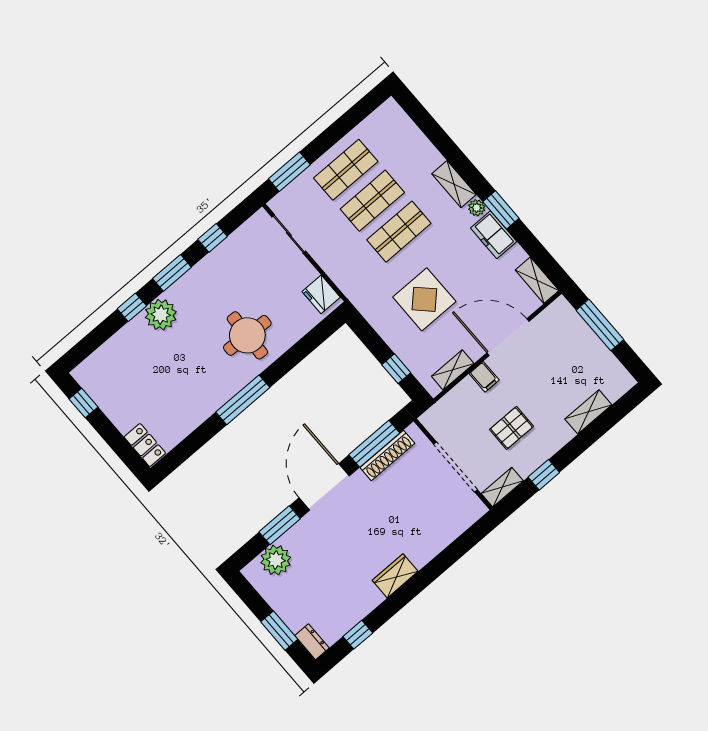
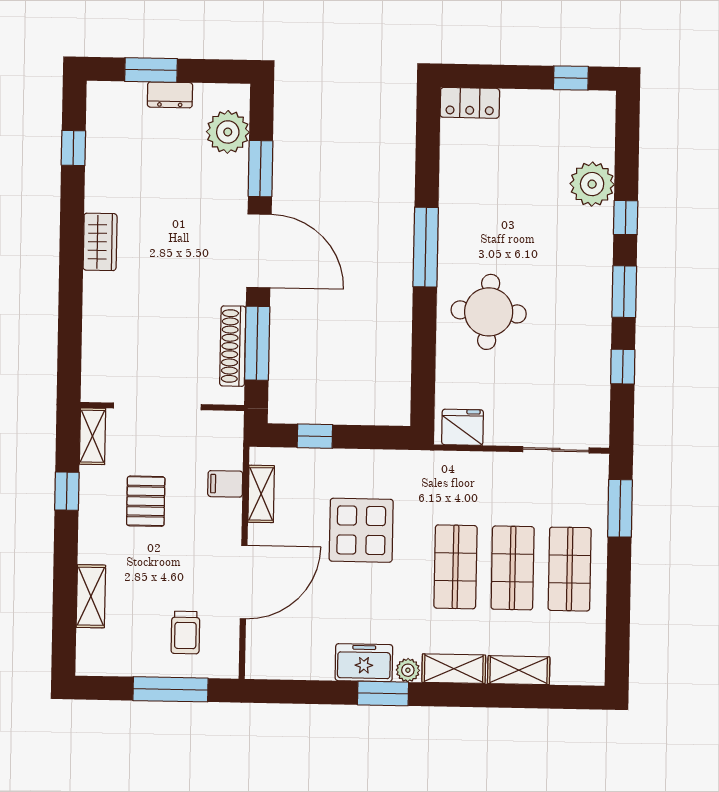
shelving: (537, 280) -> (519, 670), moved
plant: (161, 315) -> (592, 184), moved
trolley: (563, 344) -> (185, 633), added
filing cabinet: (484, 377) -> (225, 484), moved
dresser: (312, 642) -> (170, 95), moved

